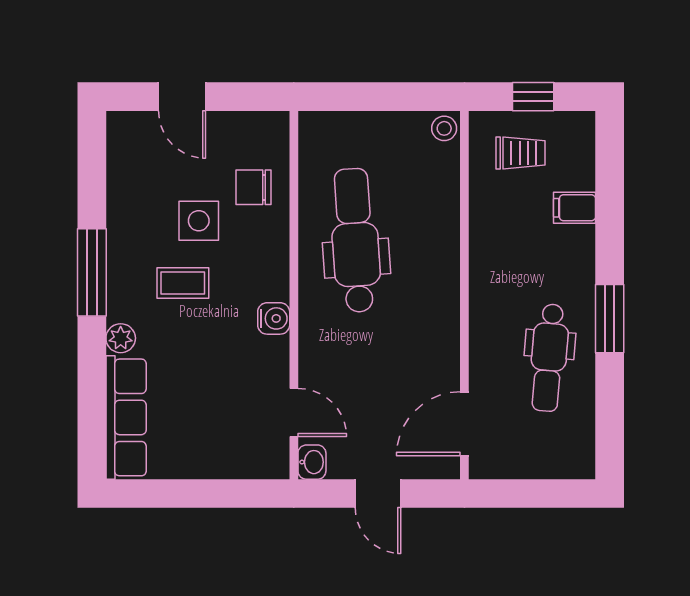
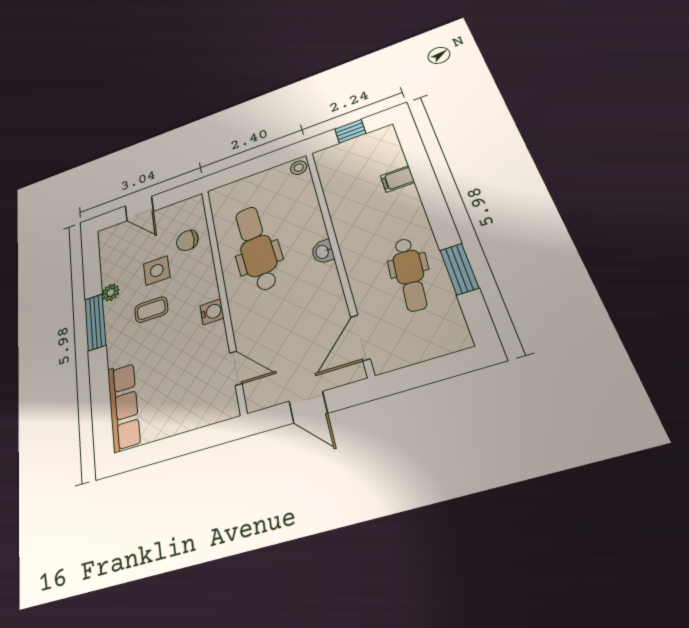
trolley: (520, 153) -> (351, 163), removed
window: (610, 319) -> (459, 269), moved
plant: (121, 338) -> (111, 292), moved
washbasin: (312, 462) -> (323, 252), moved, turned 180

